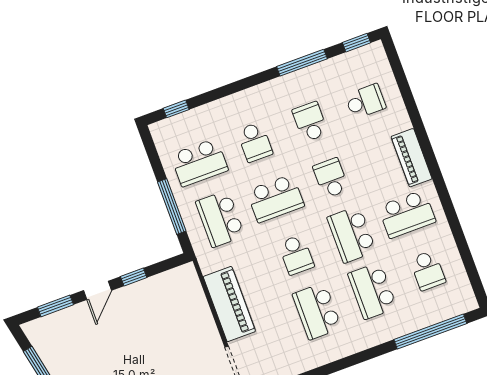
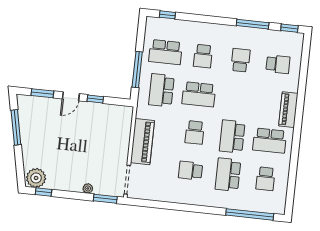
school desk: (331, 178) -> (236, 98), removed
school desk: (317, 311) -> (191, 171), width x0.54

